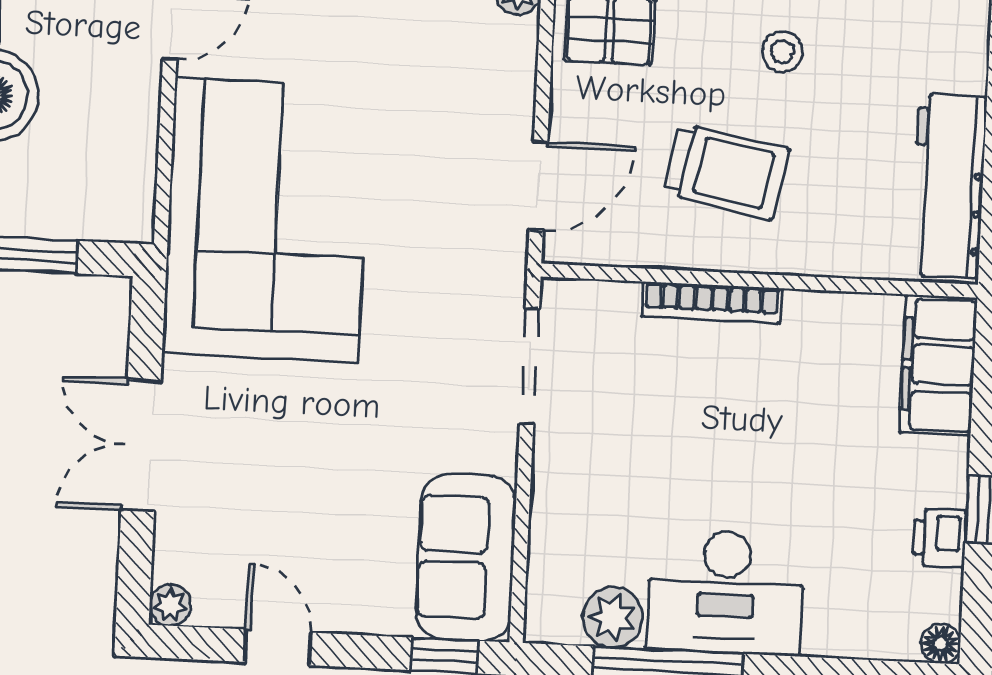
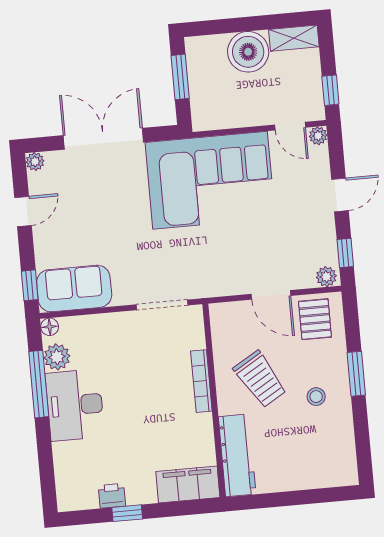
trolley: (726, 171) -> (260, 379), turned -42
door: (538, 186) -> (271, 295), moved
workbench: (949, 186) -> (237, 455), moved, turned 90
double door: (141, 445) -> (103, 139), width x1.37
floor lamp: (941, 644) -> (50, 327), moved

